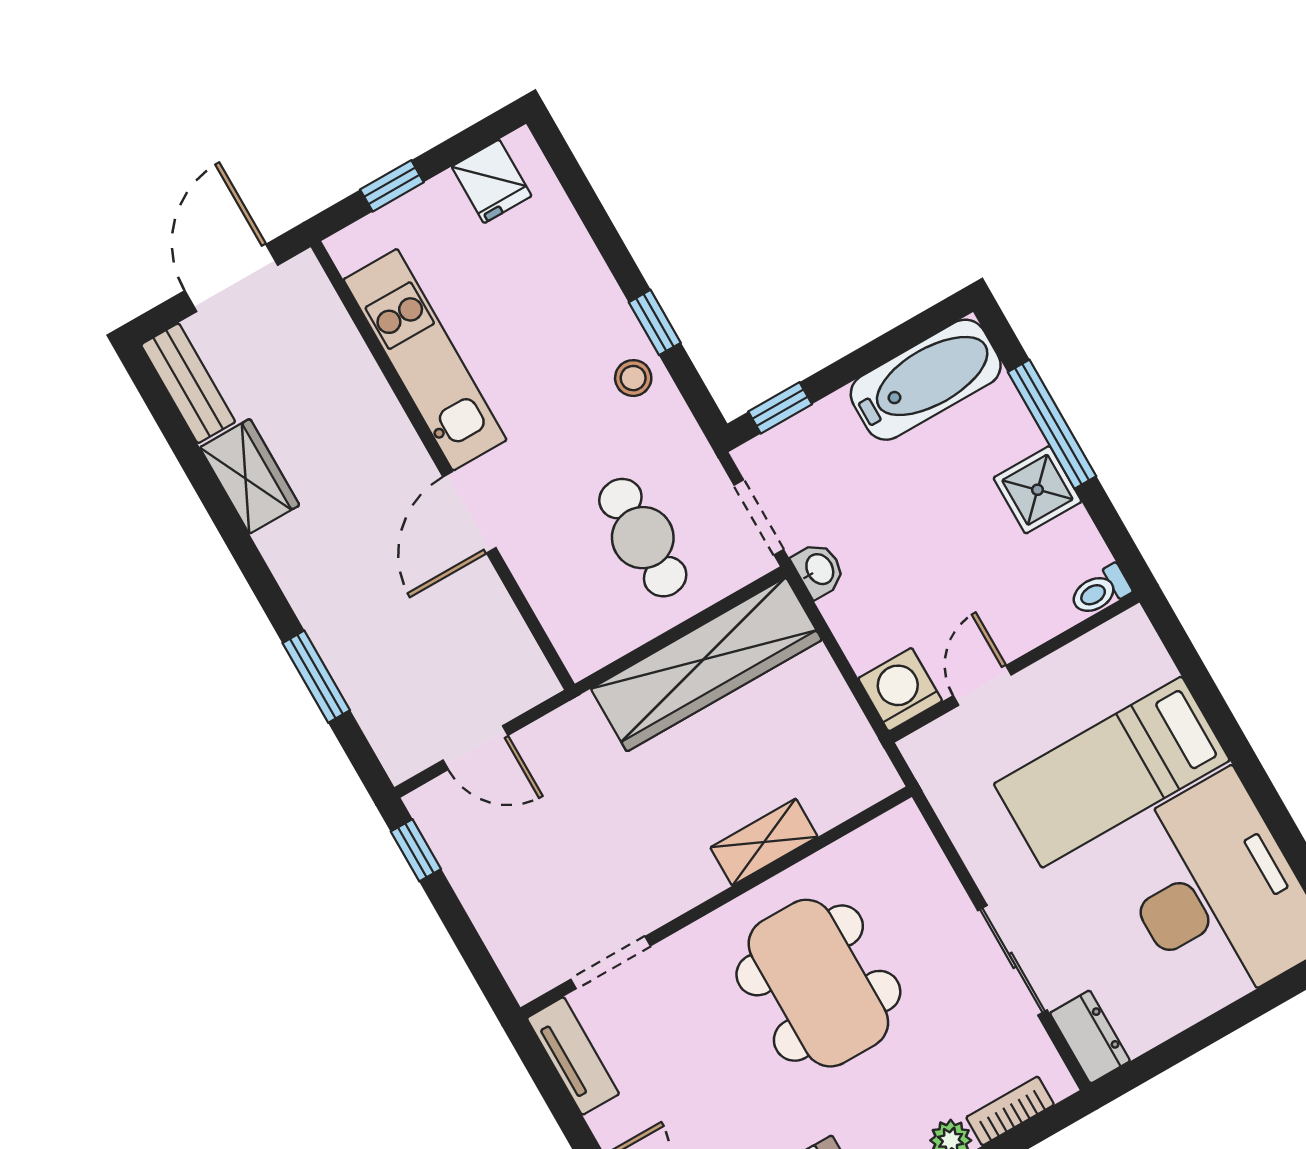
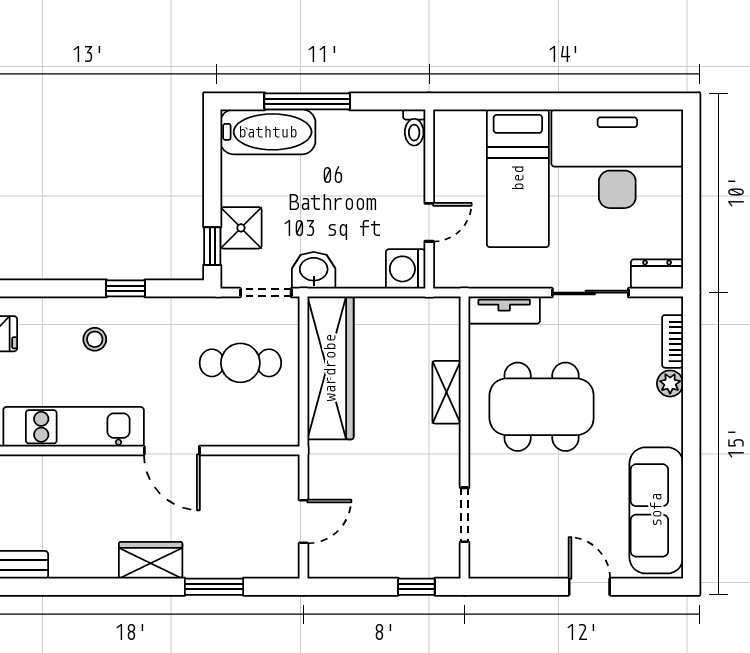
stool: (633, 378) -> (95, 339), moved
bathtub: (926, 380) -> (268, 132), moved, turned 90
wardrobe: (250, 476) -> (151, 560), moved
shower: (1037, 490) -> (241, 228), moved
washbasin: (819, 570) -> (314, 270), width x1.38, depth x1.45
door: (982, 685) -> (429, 222), swing flipped
window: (416, 850) -> (416, 587), moved
tv unit: (573, 1056) -> (504, 310), moved, turned 180

